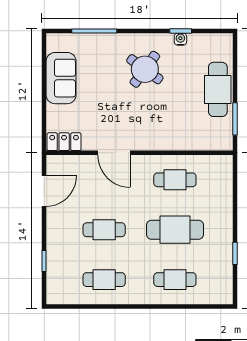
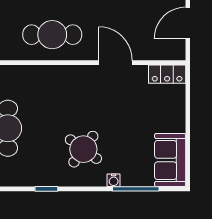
water cooler: (180, 39) -> (114, 180), moved
sofa: (61, 78) -> (170, 160), moved
cafe table: (175, 180) -> (52, 35), width x1.37, depth x1.35

